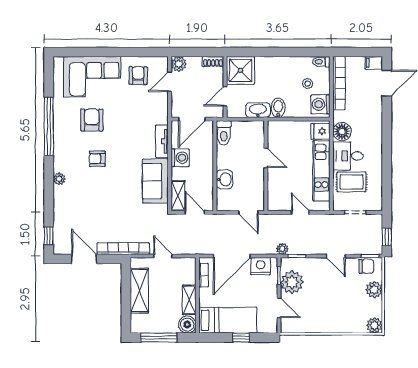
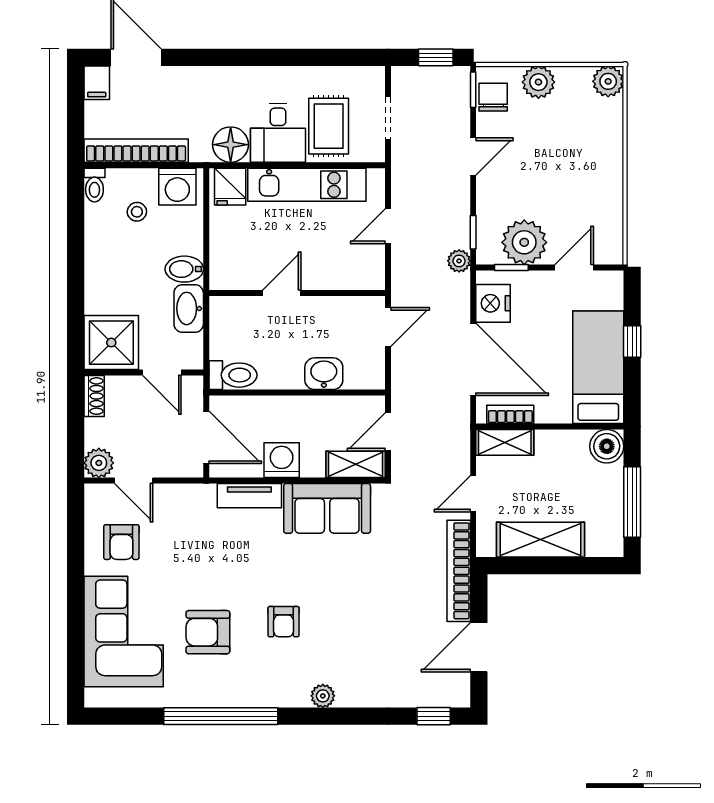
armchair: (138, 76) -> (121, 542), turned -90
shelving: (189, 300) -> (505, 442), moved

